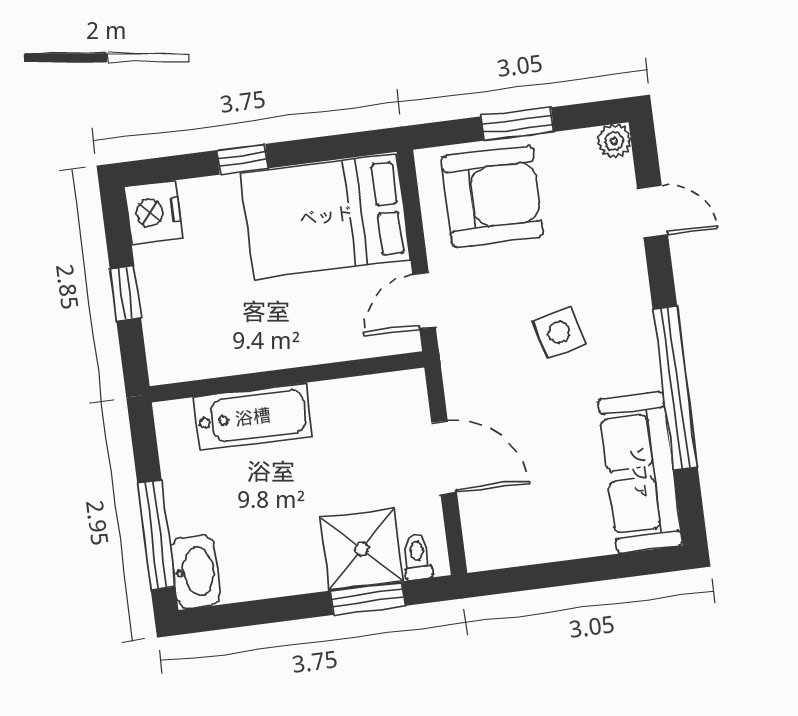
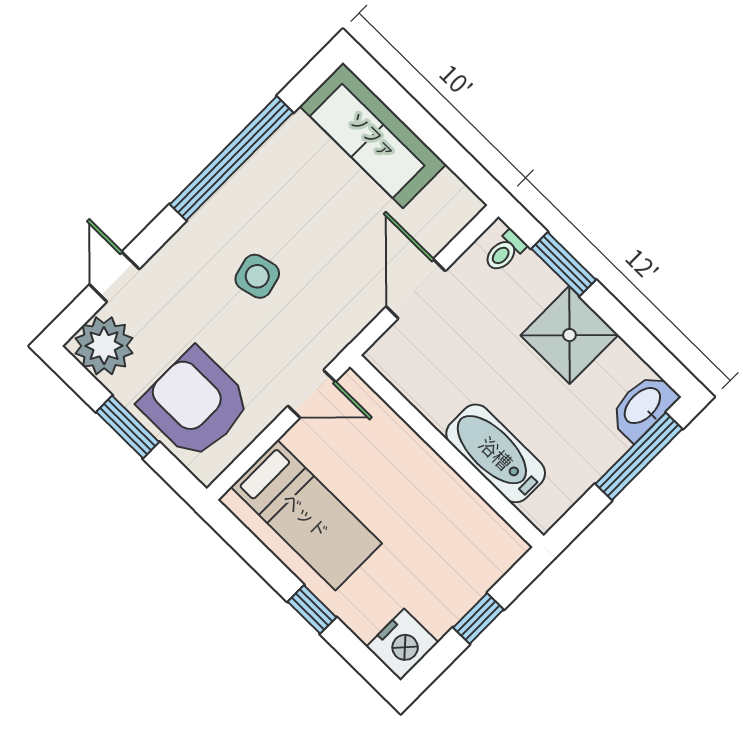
plant: (614, 141) -> (104, 346), width x1.88, depth x1.88
bed: (326, 216) -> (306, 515), width x0.67
sofa: (640, 473) -> (373, 135), moved, turned 90
shower: (362, 549) -> (569, 335), moved

